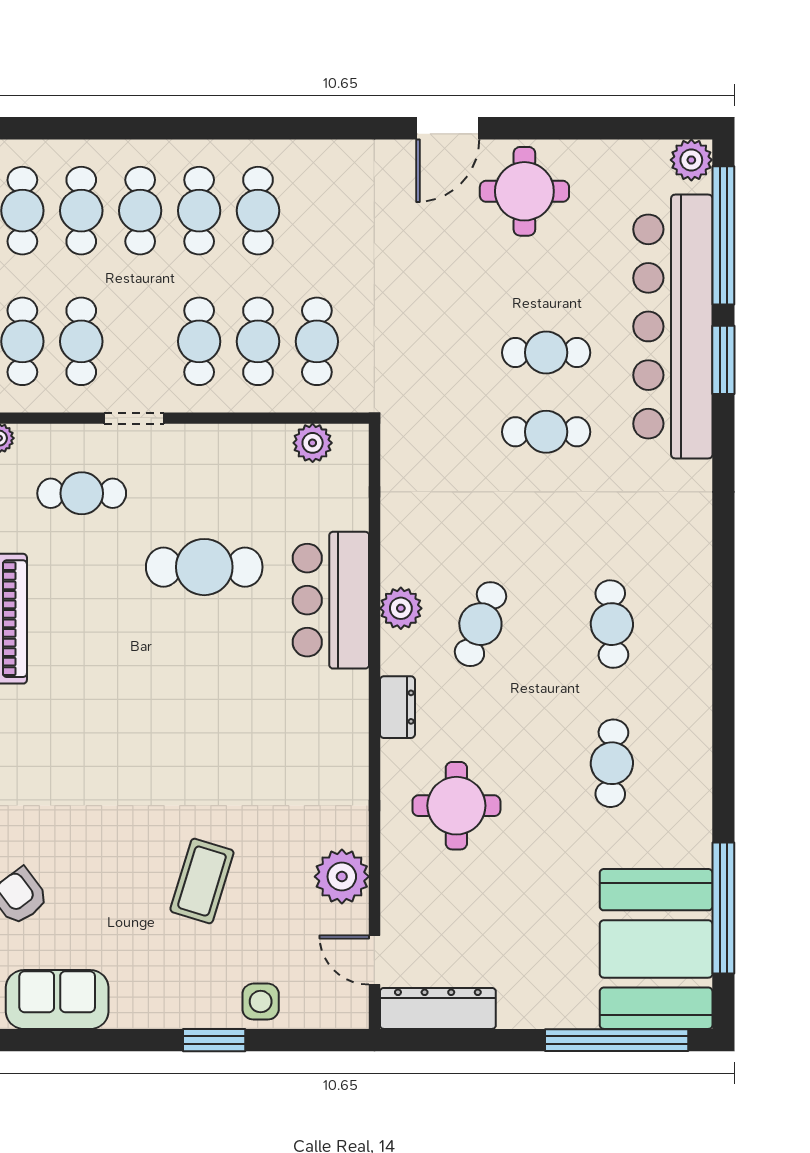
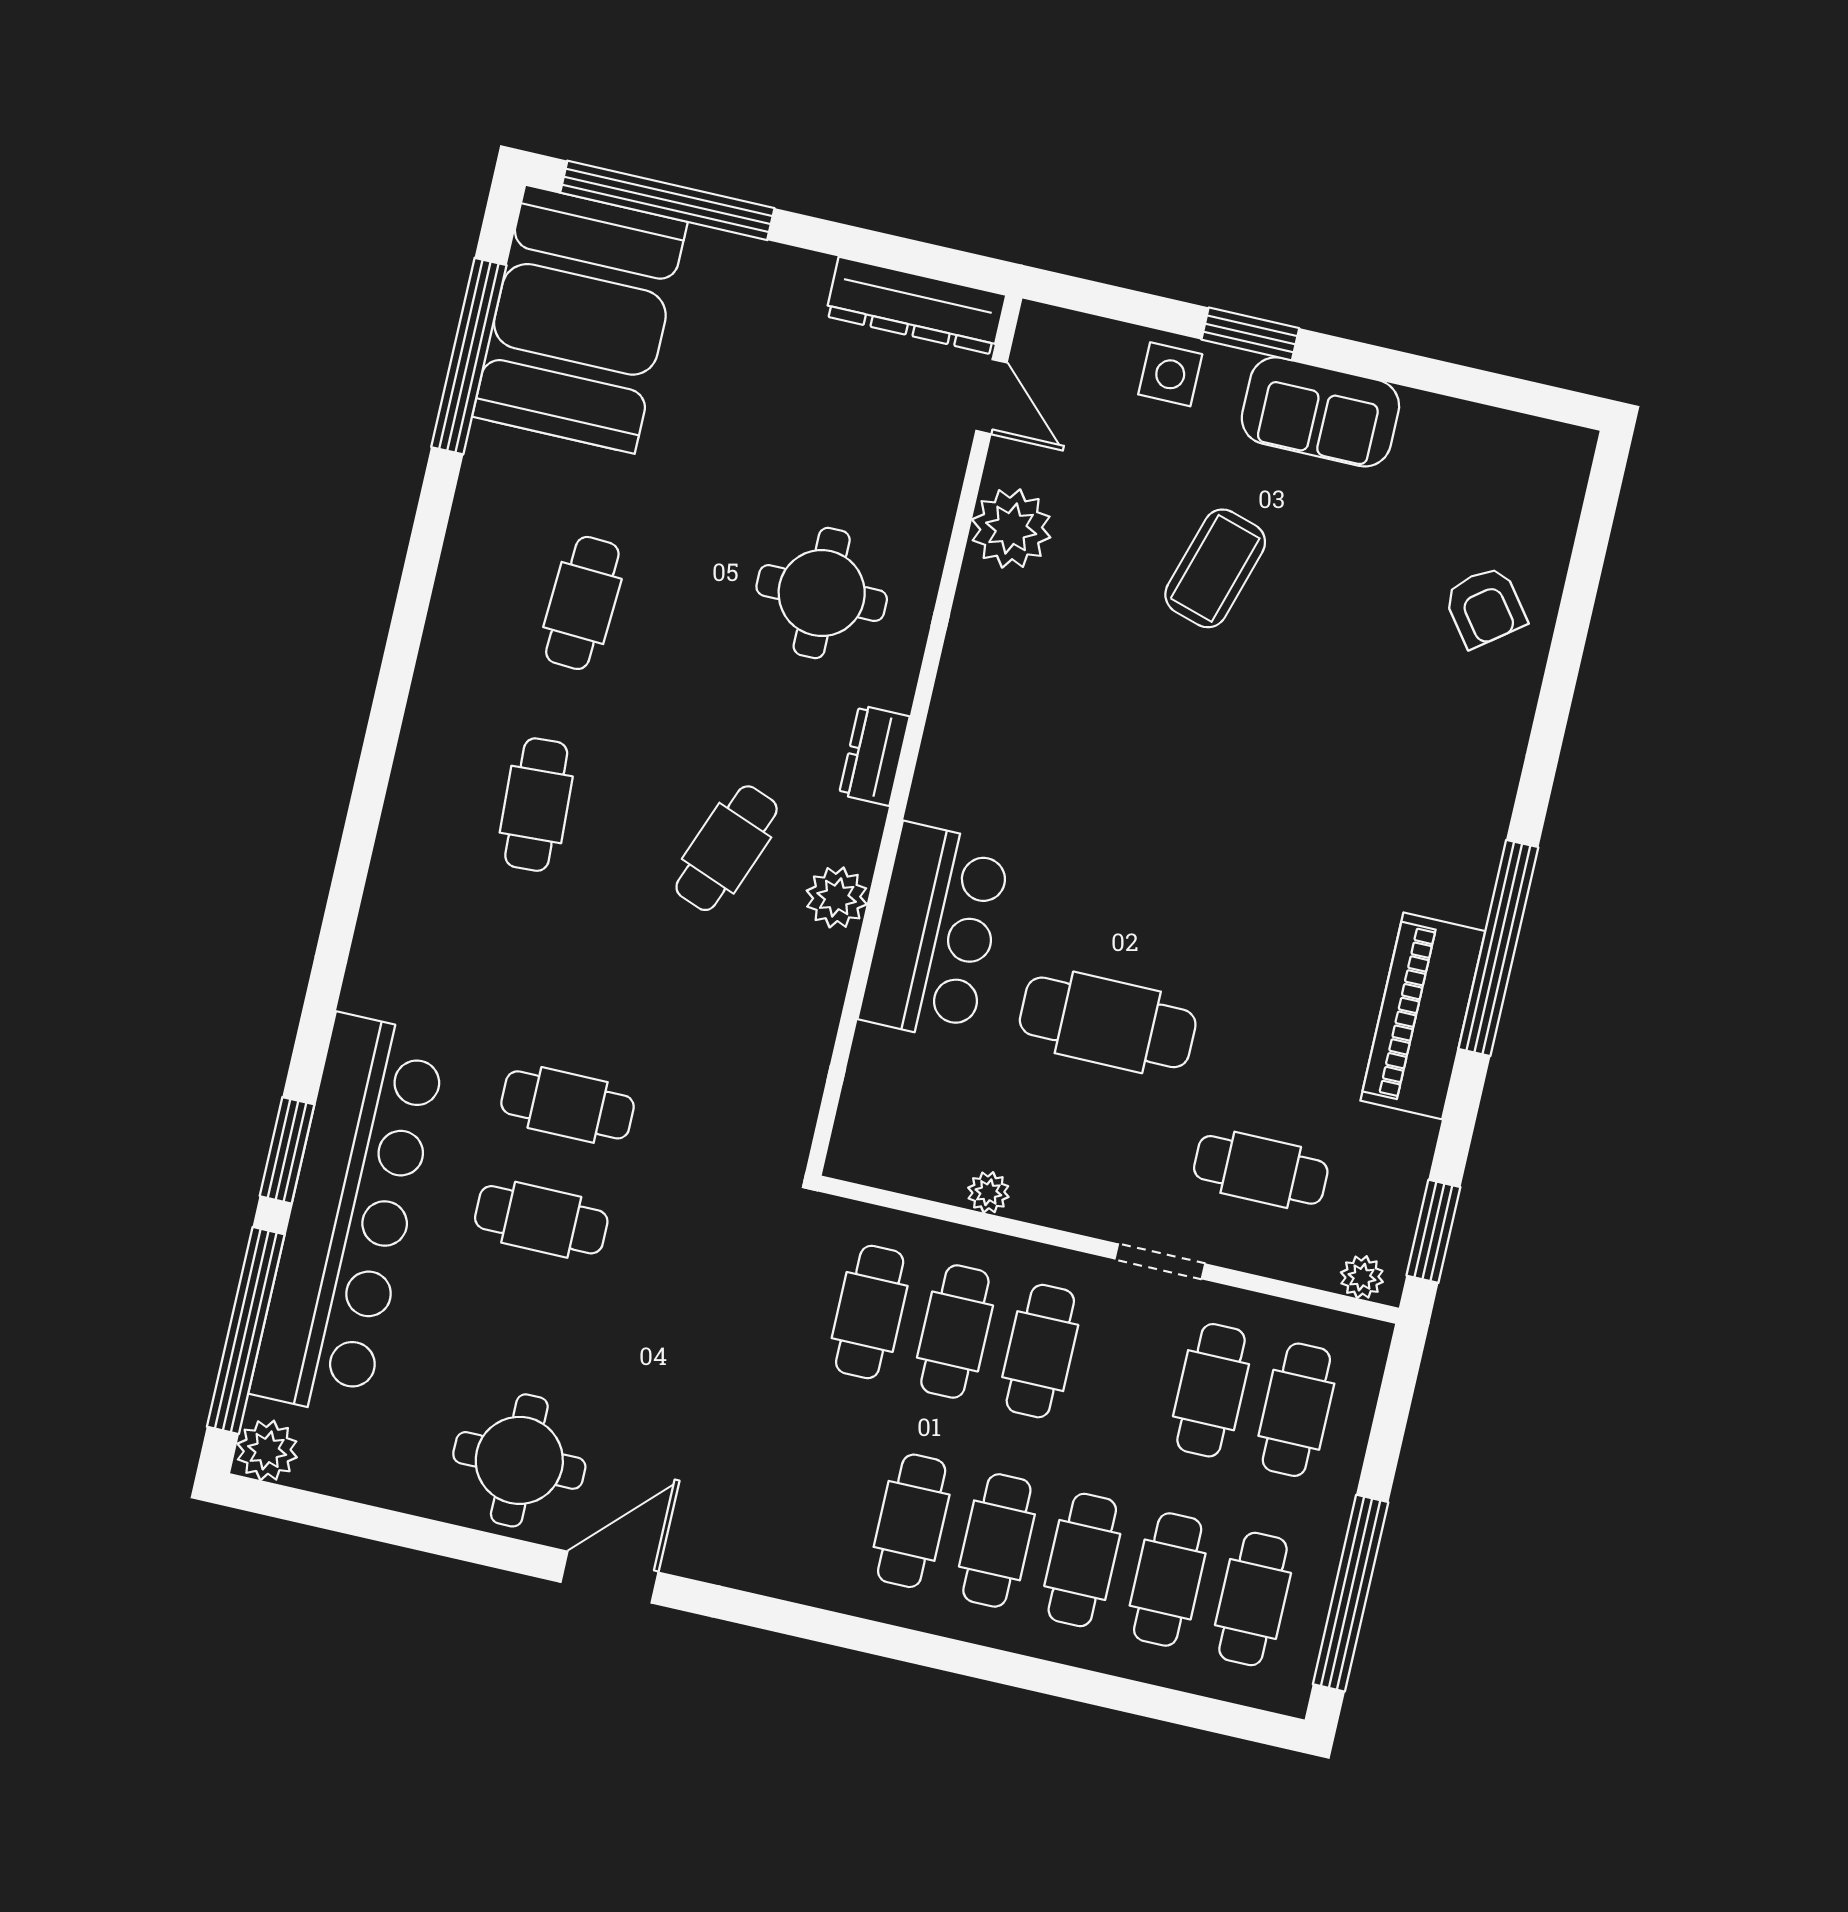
plant: (313, 443) -> (988, 1192), moved, width x0.73, depth x0.73
sofa: (57, 999) -> (1320, 412), moved

